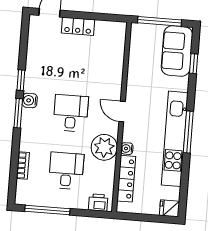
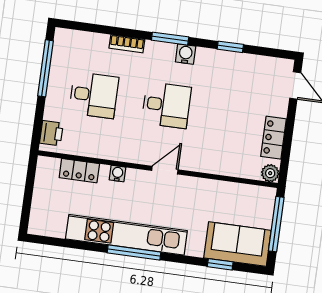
locker: (78, 26) -> (274, 138), moved
window: (21, 80) -> (230, 47), moved
plant: (104, 147) -> (270, 173), moved, width x0.53, depth x0.53
bookcase: (23, 166) -> (127, 44), moved
locker: (126, 179) -> (79, 171), width x0.66
fridge: (169, 208) -> (39, 223), removed

